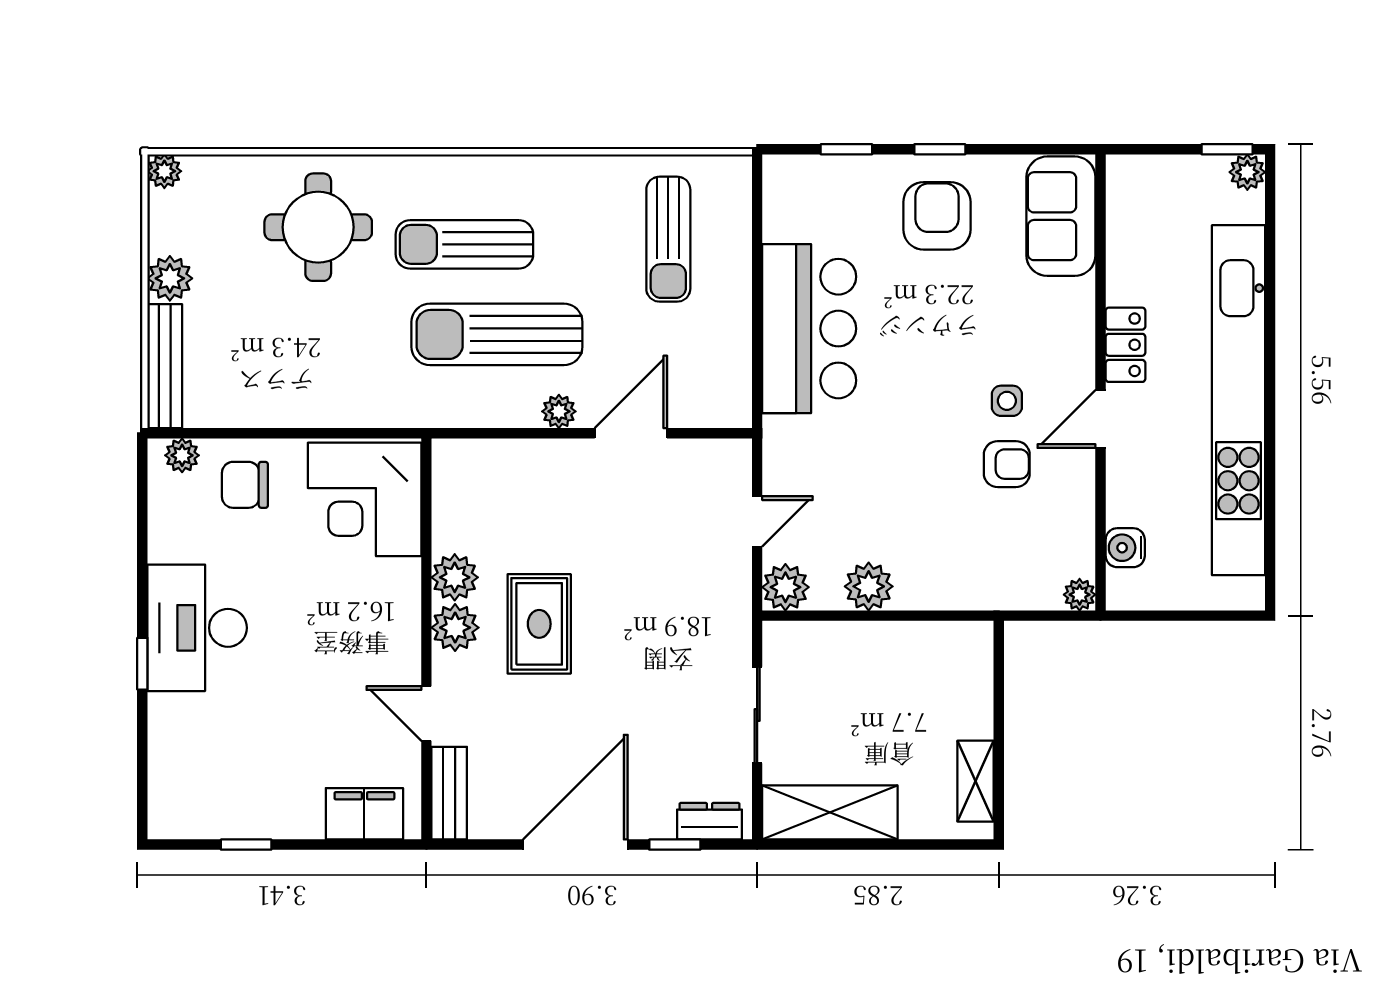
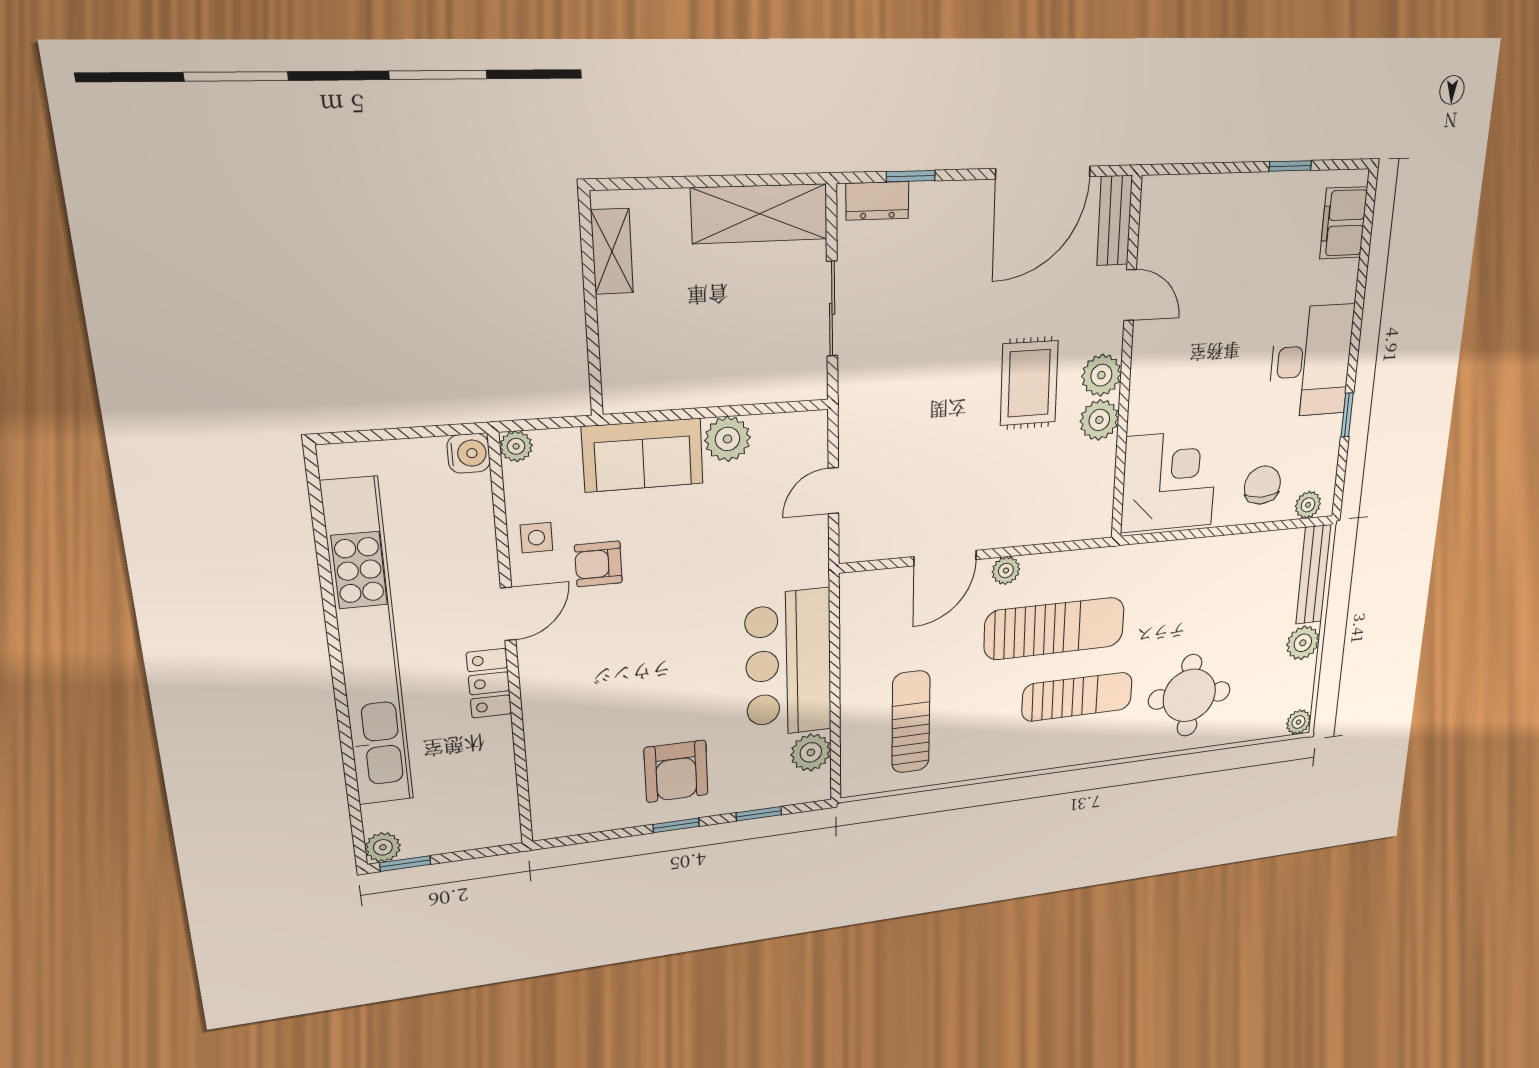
sofa: (1061, 216) -> (643, 455), moved, turned 90
side table: (1007, 401) -> (536, 538), moved
chair: (245, 485) -> (1262, 485), turned -90
water cooler: (1125, 548) -> (469, 453), moved
plant: (785, 587) -> (811, 752), moved
window: (142, 664) -> (1347, 415), moved
filing cabinet: (364, 814) -> (1344, 223), moved, turned 90
door: (575, 845) -> (1043, 173), moved

